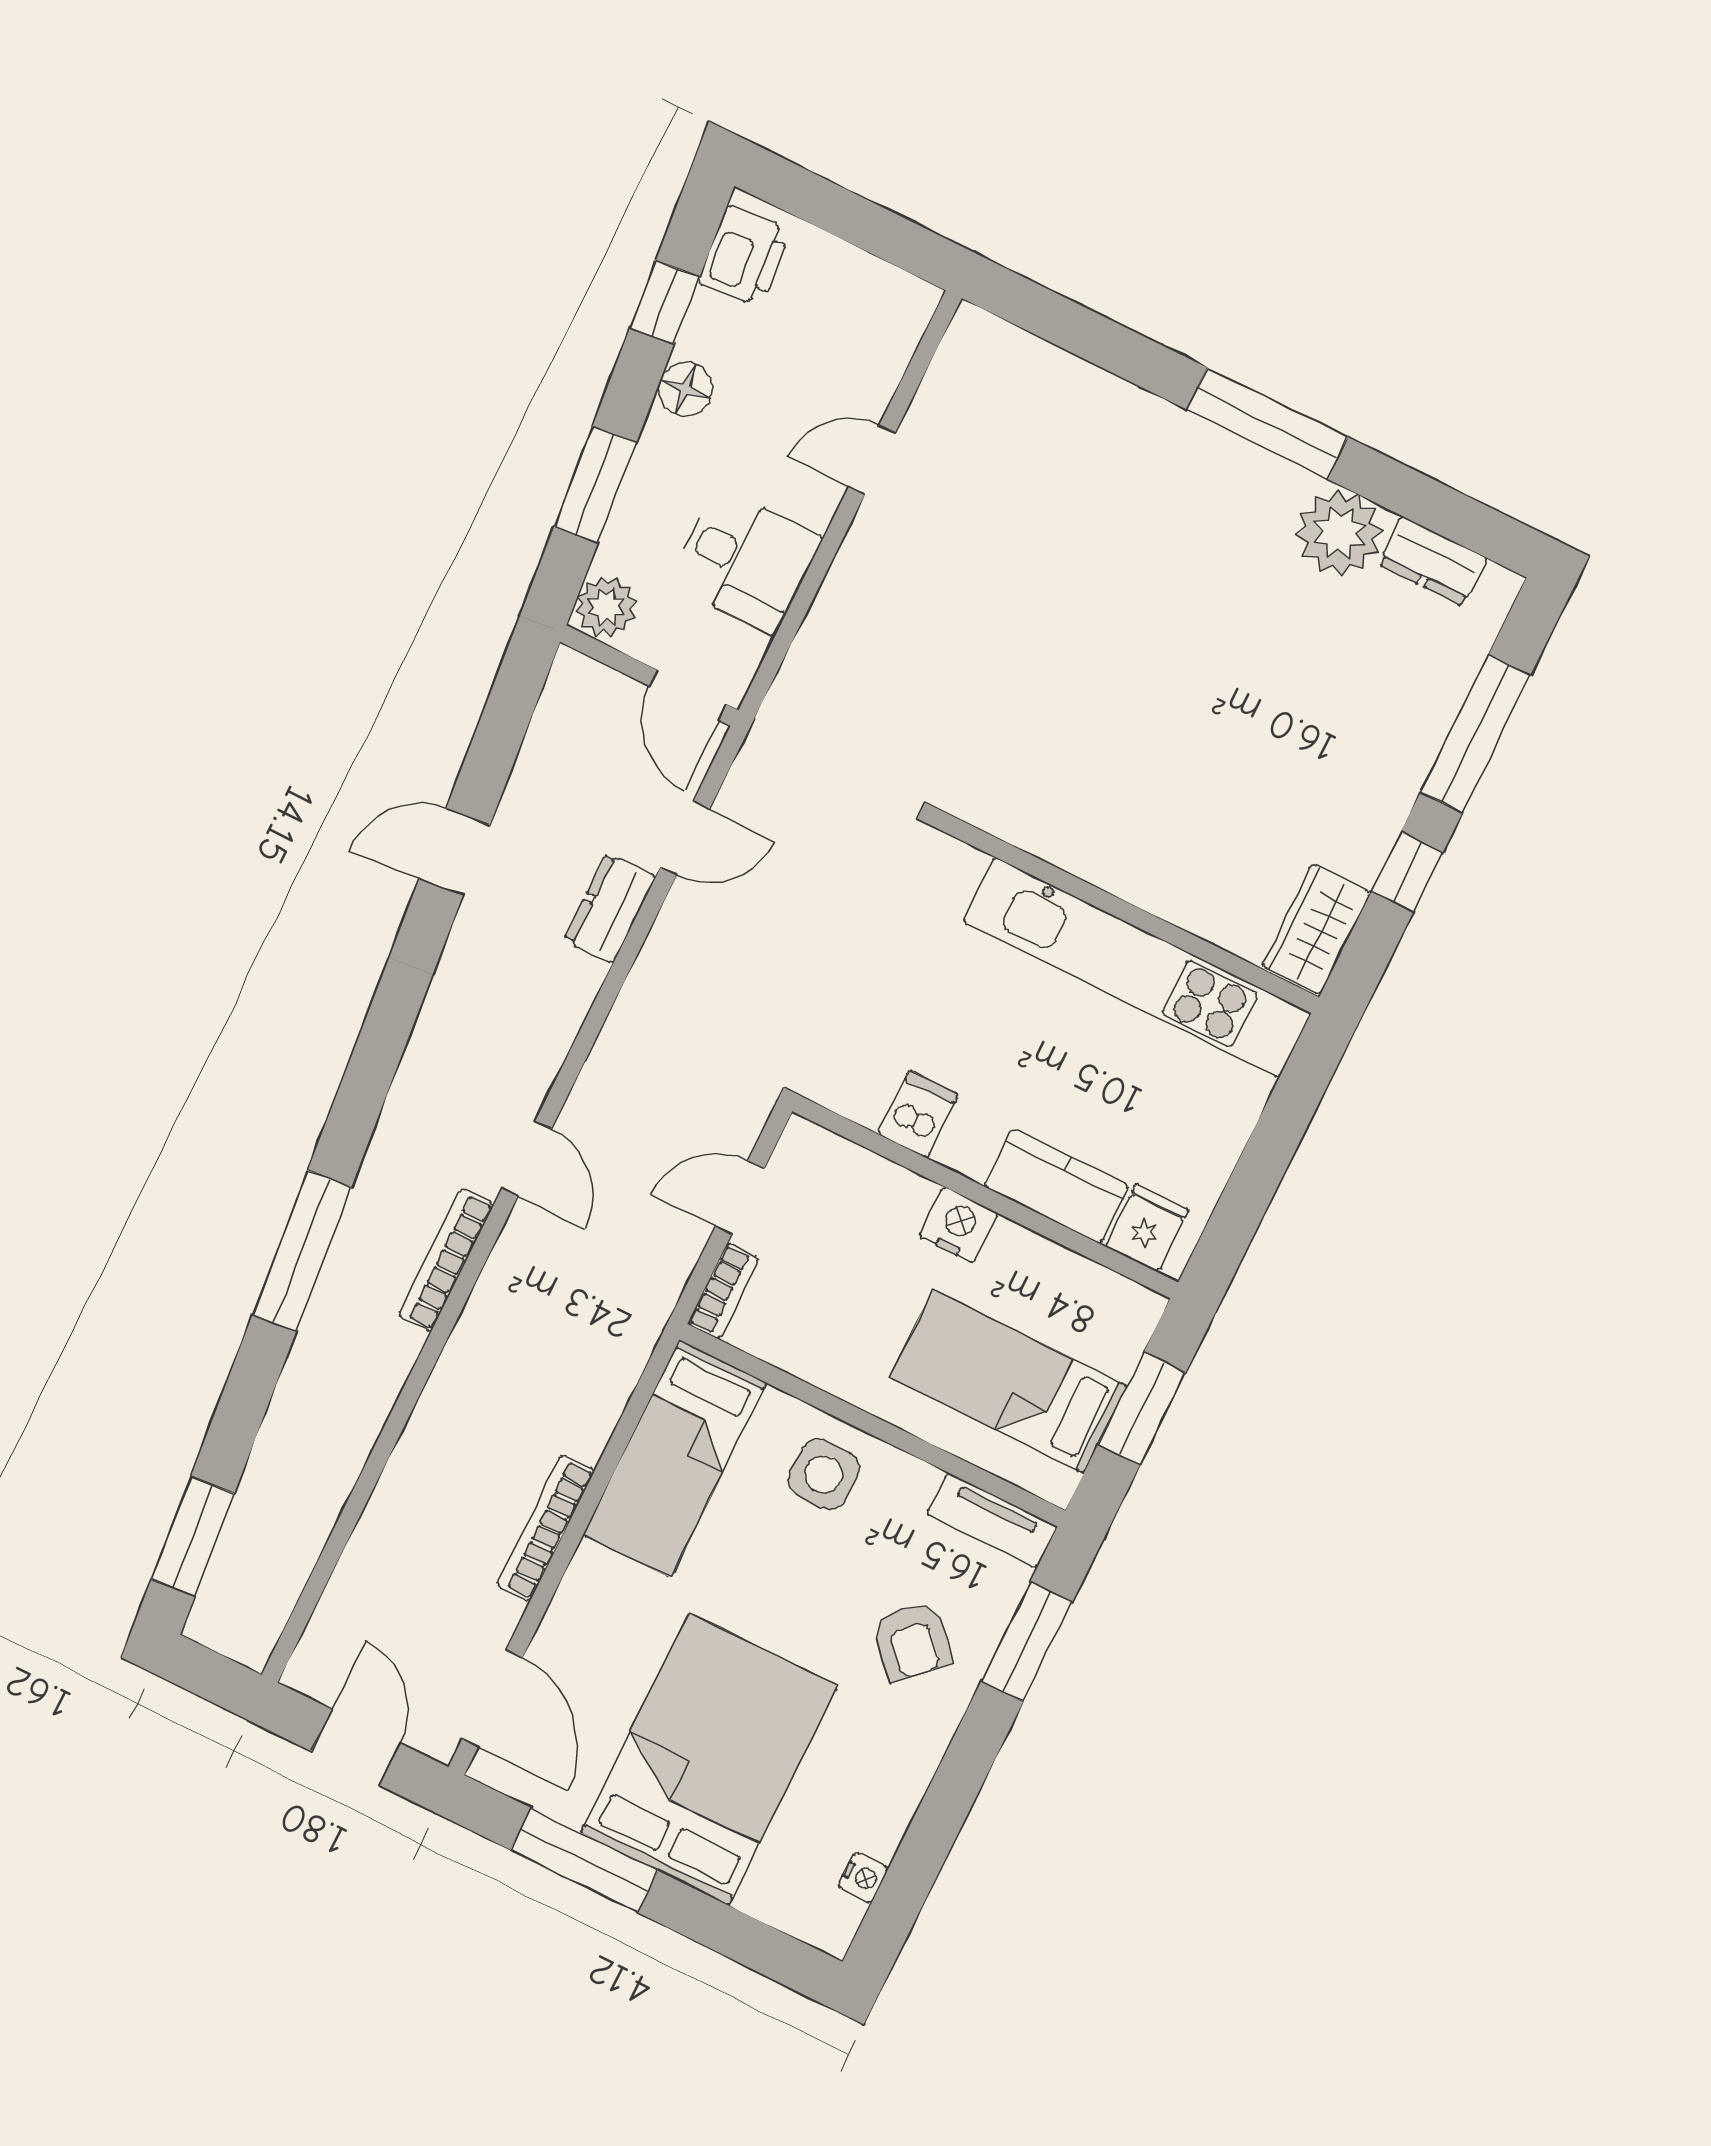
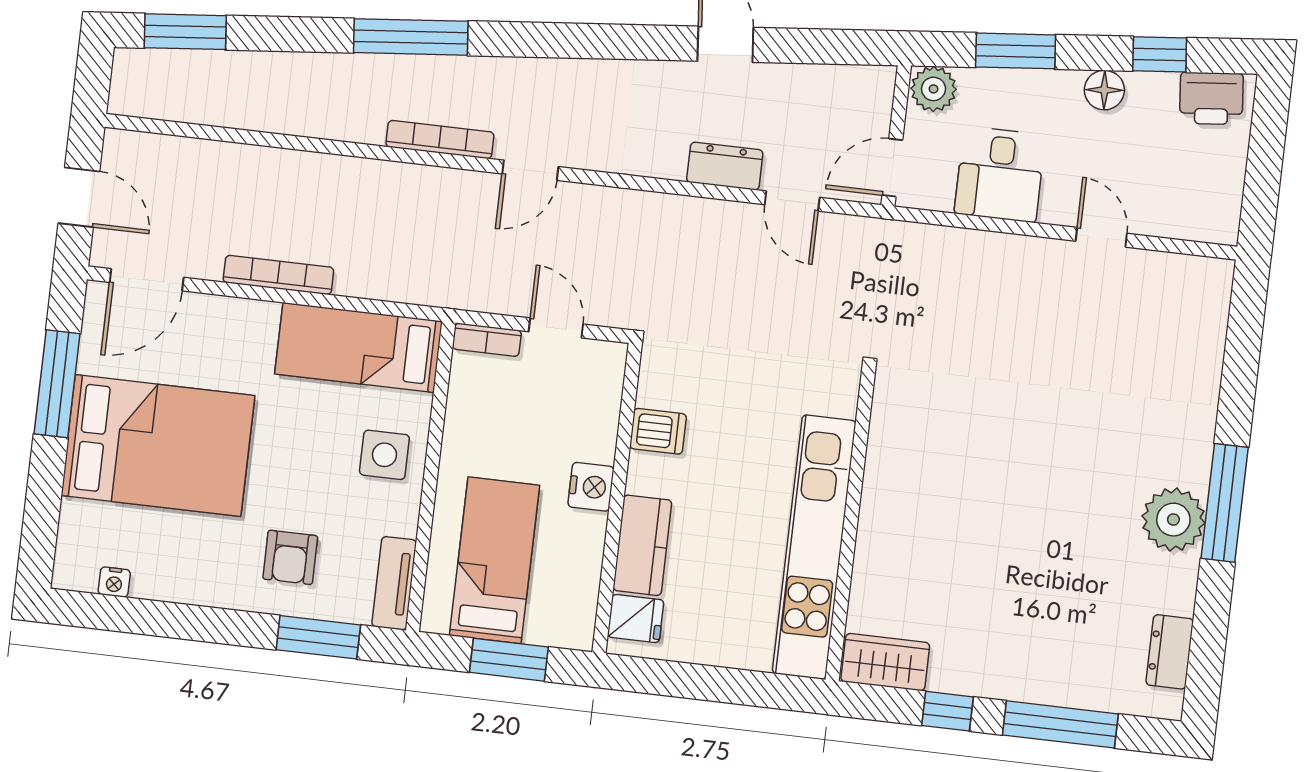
plant: (1339, 533) -> (1173, 520), moved
armchair: (912, 1641) -> (290, 557), turned -46
door: (356, 1747) -> (79, 197), hinge flipped

